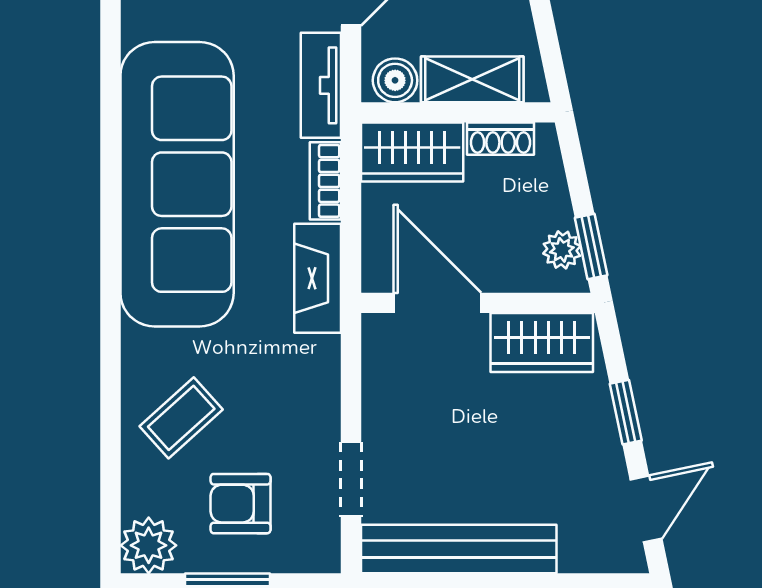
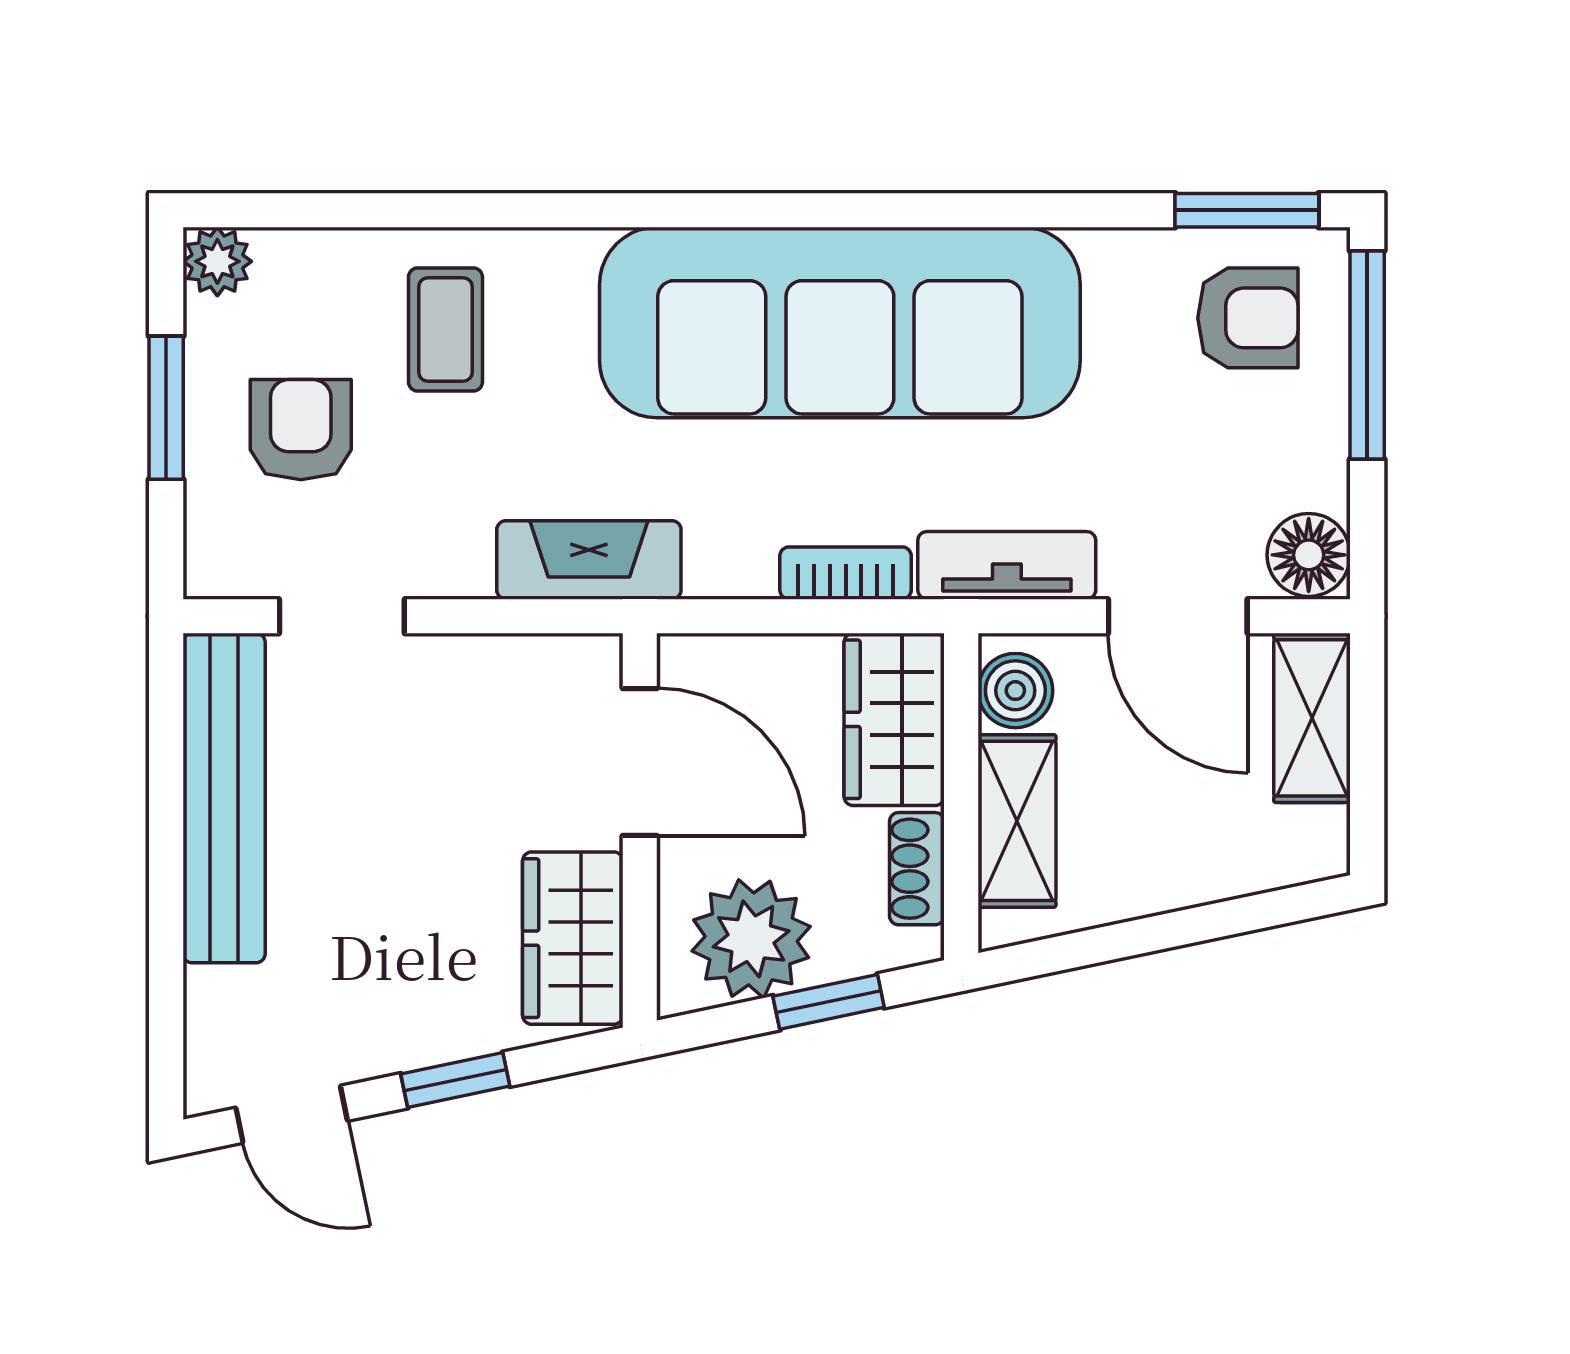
window: (591, 246) -> (829, 1002), moved
plant: (562, 250) -> (751, 939), width x1.87, depth x1.87
fireplace: (318, 278) -> (589, 560), moved
door: (437, 303) -> (640, 762), hinge flipped
coffee table: (181, 418) -> (445, 330), turned 42
plant: (149, 545) -> (217, 261), width x0.73, depth x0.73

